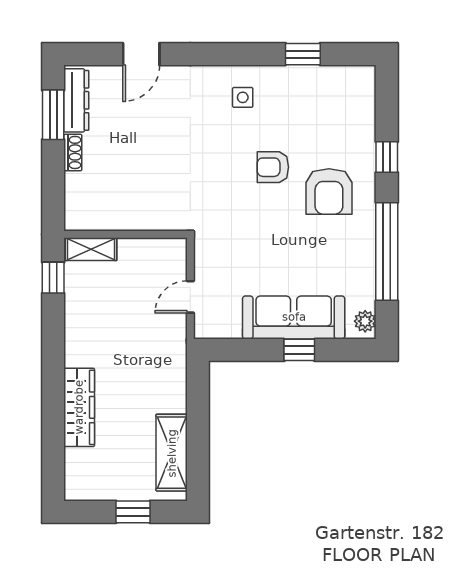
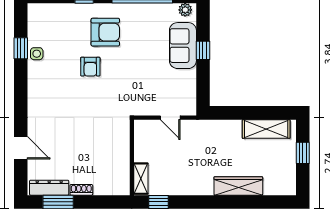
side table: (243, 97) -> (37, 54), moved
sofa: (294, 317) -> (183, 46), width x0.73

